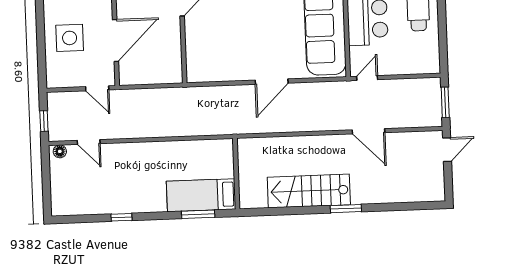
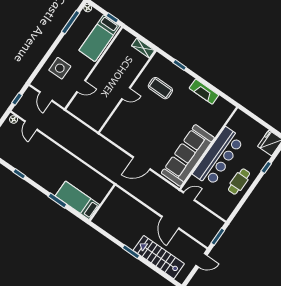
door: (116, 41) -> (81, 86), width x0.53
door: (97, 88) -> (46, 96), moved
wall: (236, 174) -> (102, 203), moved
stairs: (309, 191) -> (159, 257), moved
bed: (201, 195) -> (77, 200), moved

